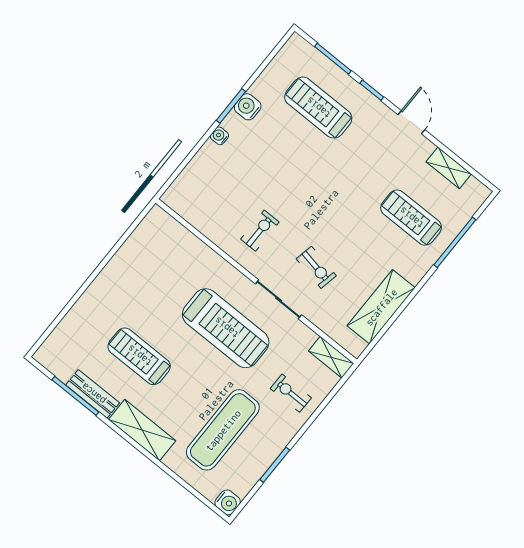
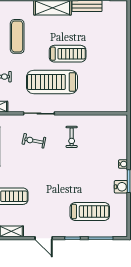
treadmill: (139, 356) -> (68, 54), moved
exercise mat: (223, 430) -> (17, 36), width x0.73, depth x0.69

